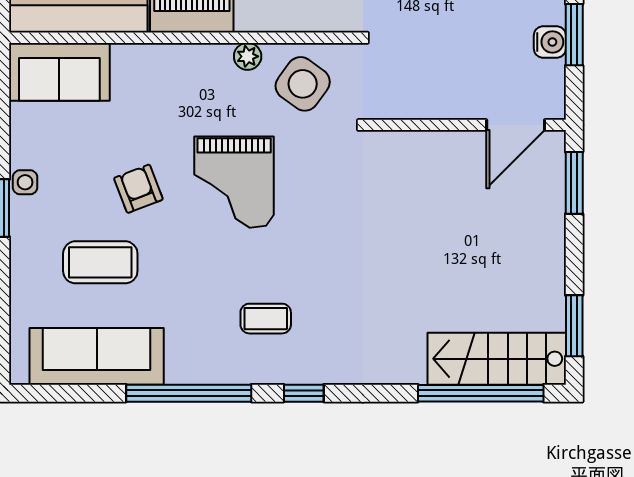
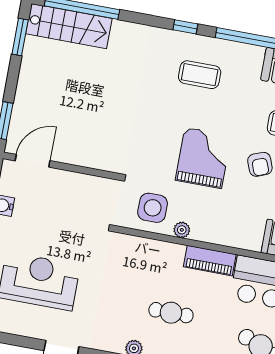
side table: (303, 84) -> (153, 208), turned -36
coffee table: (266, 319) -> (200, 75), width x1.36, depth x1.30

